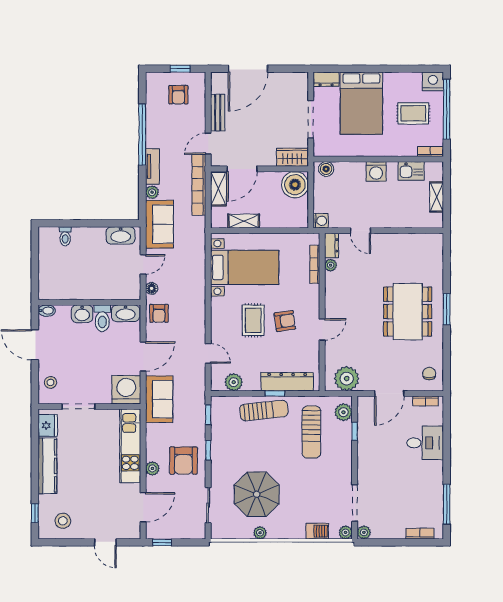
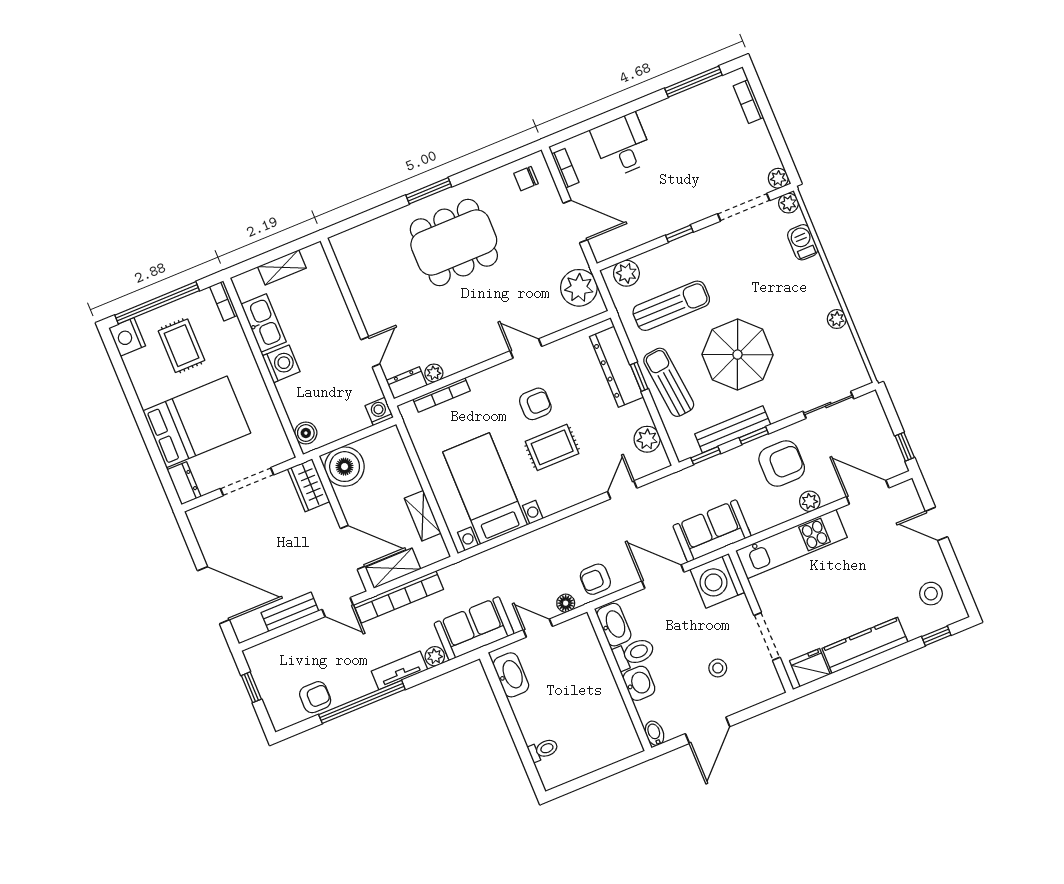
armchair: (178, 95) -> (315, 697), moved
kitchen sink: (411, 171) -> (264, 323), width x1.38
armchair: (159, 313) -> (595, 579), turned 180
armchair: (285, 321) -> (535, 404), turned 98
stool: (51, 382) -> (718, 668), moved
window: (355, 431) -> (679, 234), moved
bench: (218, 439) -> (733, 429), added
parasol: (257, 494) -> (737, 355), moved
door: (105, 542) -> (937, 524), swing flipped

